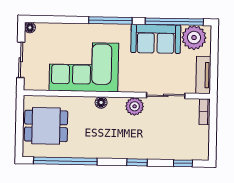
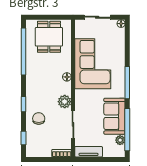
plant: (194, 38) -> (120, 140), width x0.53, depth x0.53
chair: (157, 142) -> (39, 118), added

